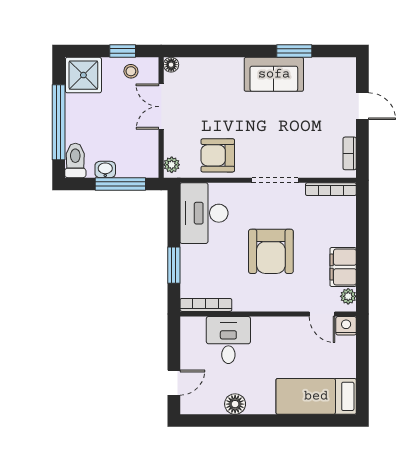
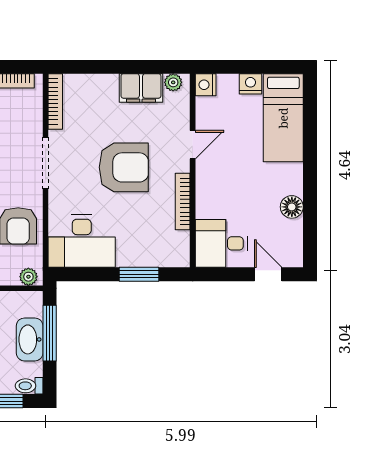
toilet: (75, 160) -> (29, 386), width x0.73, depth x0.72
washbasin: (105, 170) -> (30, 339), width x1.91, depth x1.45
bookcase: (206, 305) -> (183, 202), moved
door: (322, 314) -> (193, 145), moved
desk: (228, 340) -> (221, 243), moved
nightstand: (347, 367) -> (250, 84), added

